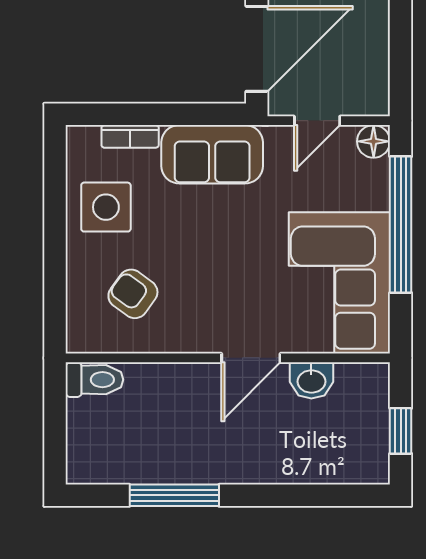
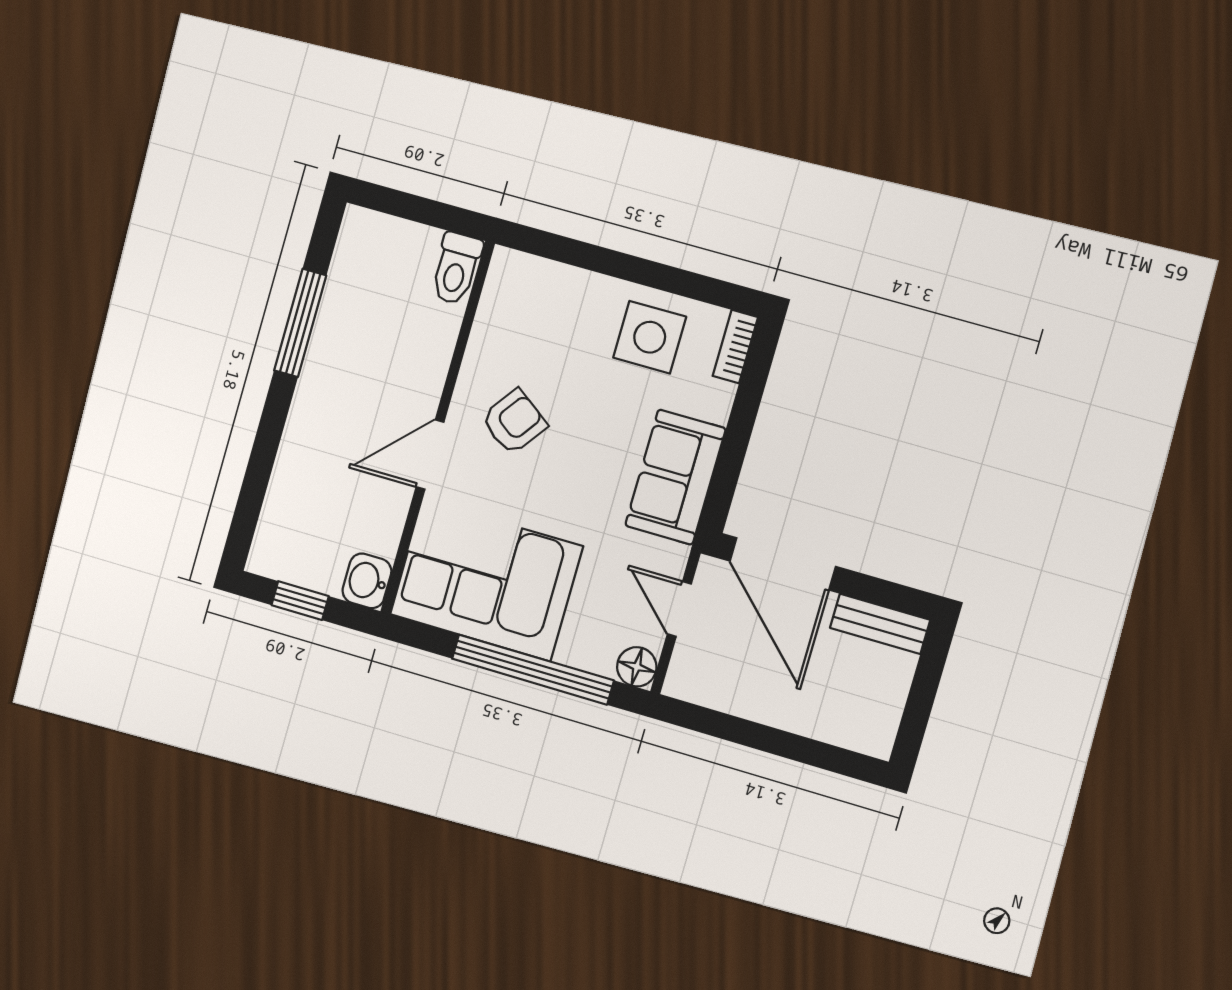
bookcase: (130, 136) -> (735, 347), moved
armchair: (133, 294) -> (514, 422), moved
door: (251, 358) -> (430, 455), hinge flipped
washbasin: (311, 380) -> (367, 581), moved

